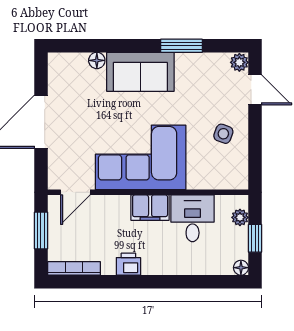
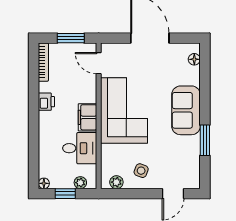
floor lamp: (97, 60) -> (194, 59), moved
plant: (239, 62) -> (116, 182), moved

